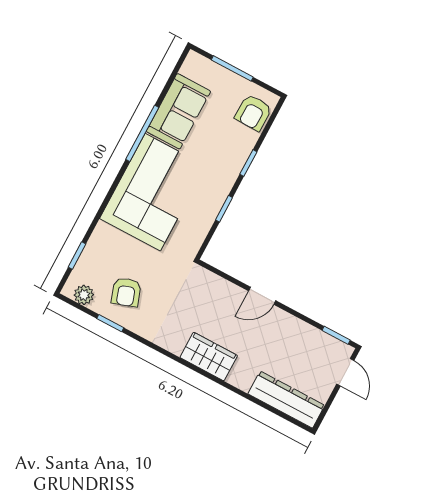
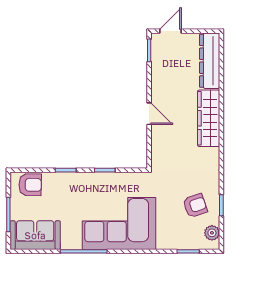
sofa: (178, 111) -> (35, 235), moved
wardrobe: (209, 356) -> (209, 118), width x1.50

